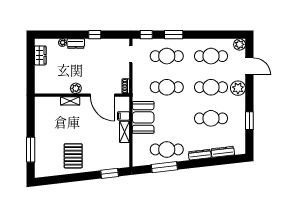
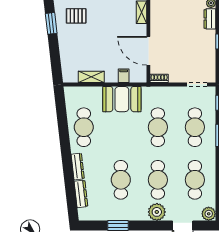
plant: (76, 88) -> (157, 19), removed
door: (103, 95) -> (148, 51), hinge flipped
shelving: (124, 132) -> (91, 77), moved
pallet: (73, 156) -> (76, 16), width x0.67, depth x0.71
window: (164, 167) -> (63, 124), removed
window: (110, 173) -> (51, 23), moved

